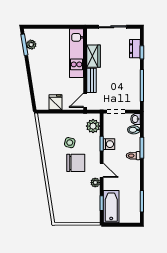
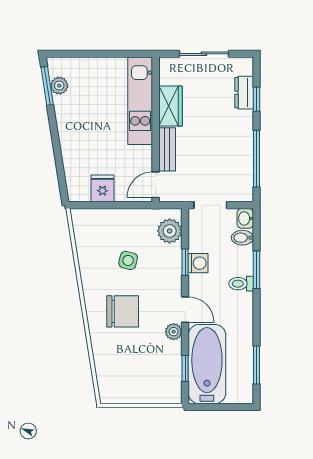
chair: (76, 163) -> (123, 311), moved
bathtub: (111, 207) -> (207, 364), width x1.36, depth x1.36

